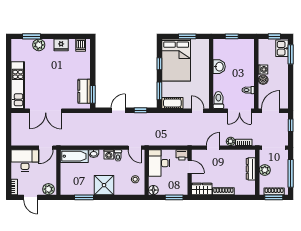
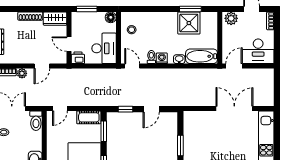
kitchen counter: (84, 91) -> (190, 131), removed
window: (93, 94) -> (180, 145), moved
door: (198, 111) -> (60, 108), hinge flipped
shower: (104, 185) -> (189, 23), moved

